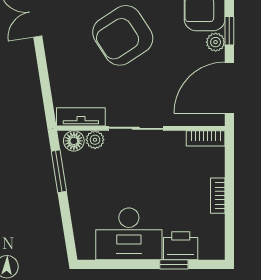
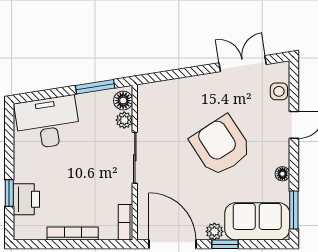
tv unit: (81, 117) -> (145, 107), removed
bookcase: (218, 196) -> (73, 234), width x1.56
desk: (129, 234) -> (48, 123), moved, turned 81

